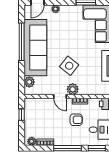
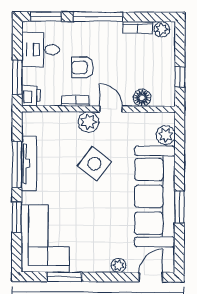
window: (22, 42) -> (179, 207), width x0.47
floor lamp: (43, 103) -> (142, 98), added

